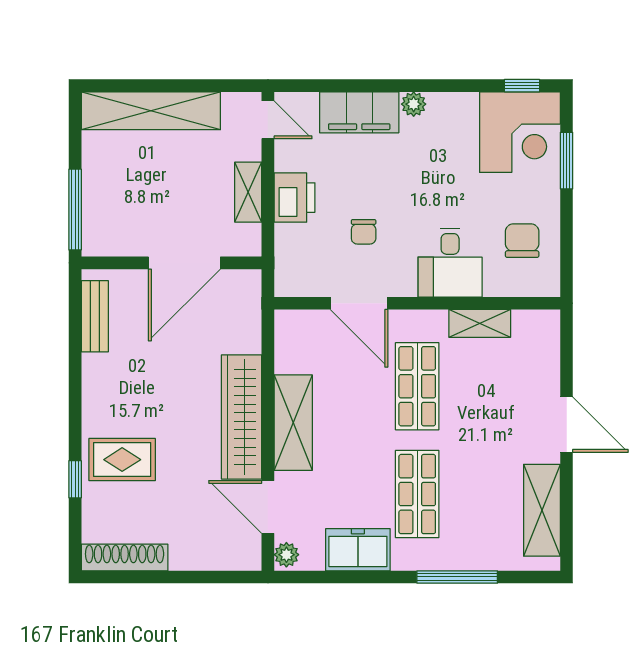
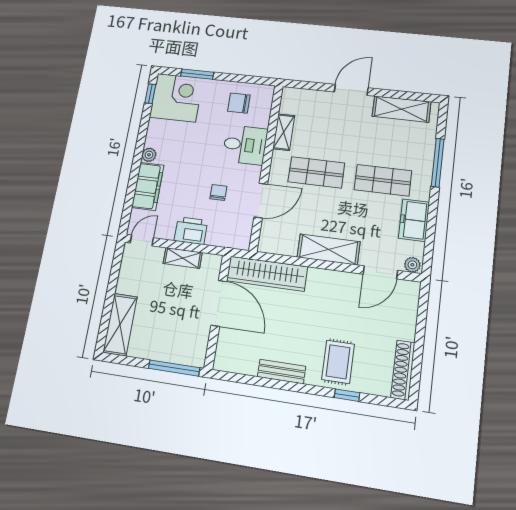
shelving: (151, 111) -> (120, 325), width x0.68
chair: (364, 232) -> (218, 193), turned -90
bench: (95, 316) -> (282, 372), moved
wardrobe: (242, 417) -> (267, 274), moved

